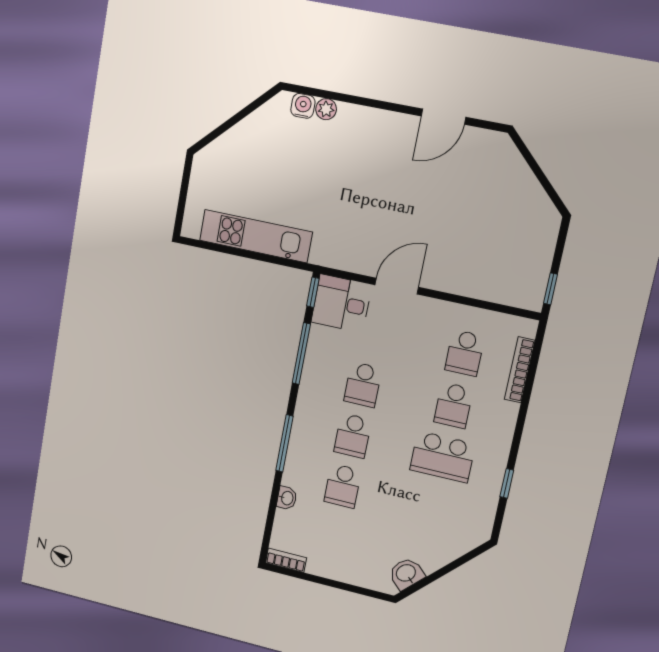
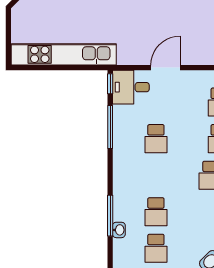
kitchen unit: (256, 236) -> (64, 54), width x1.36
school desk: (353, 436) -> (156, 248), moved
window: (284, 443) -> (110, 216), moved

